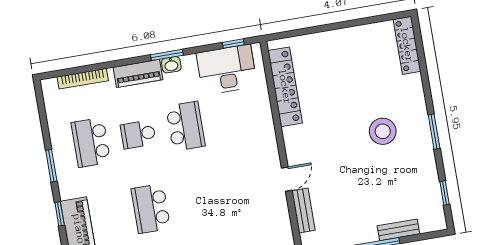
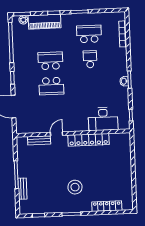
locker: (407, 45) -> (107, 206), moved
desk: (227, 70) -> (103, 119), moved, turned 90
piano: (138, 73) -> (122, 63), removed
locker: (285, 87) -> (89, 140), moved
school desk: (186, 126) -> (51, 86), moved
door: (287, 179) -> (56, 134), swing flipped

